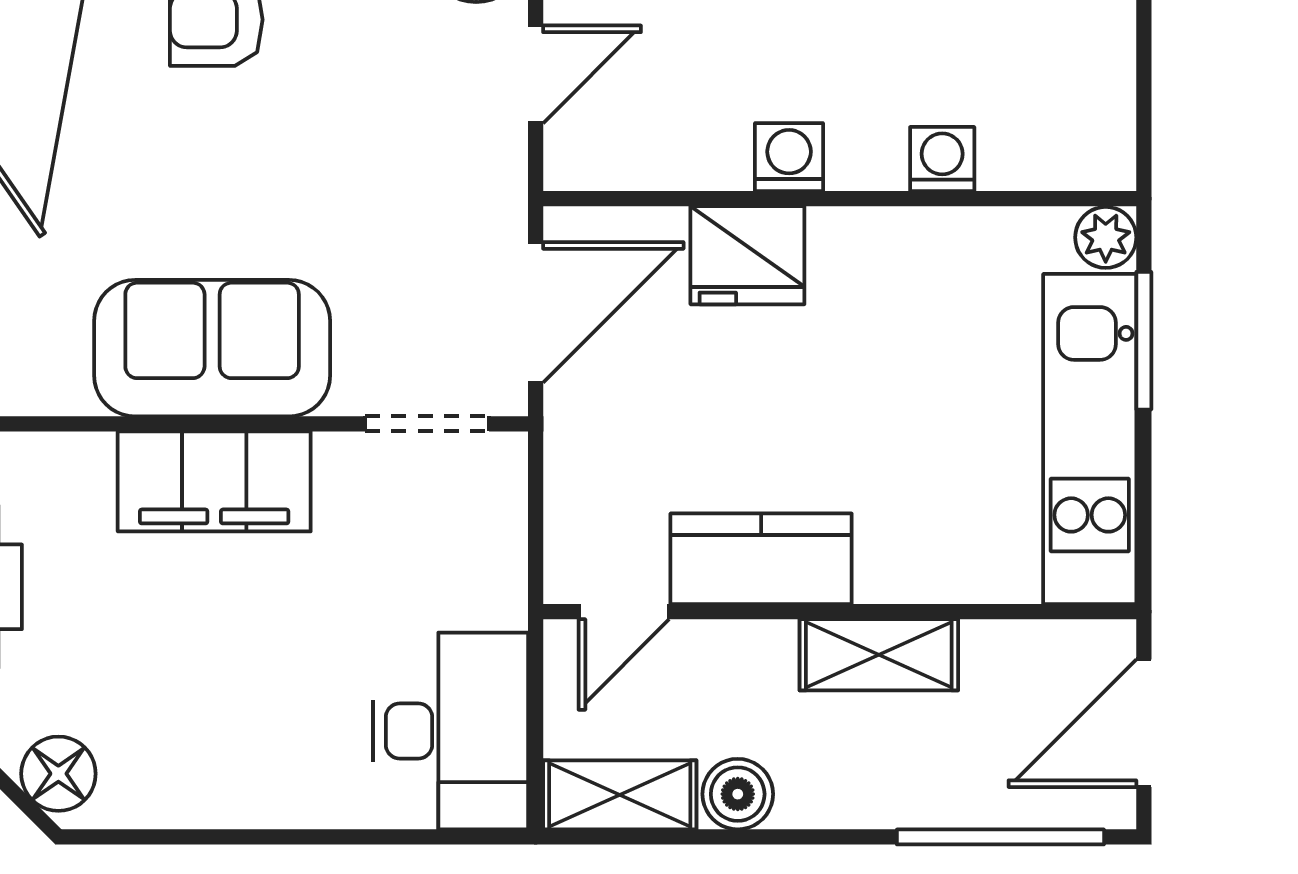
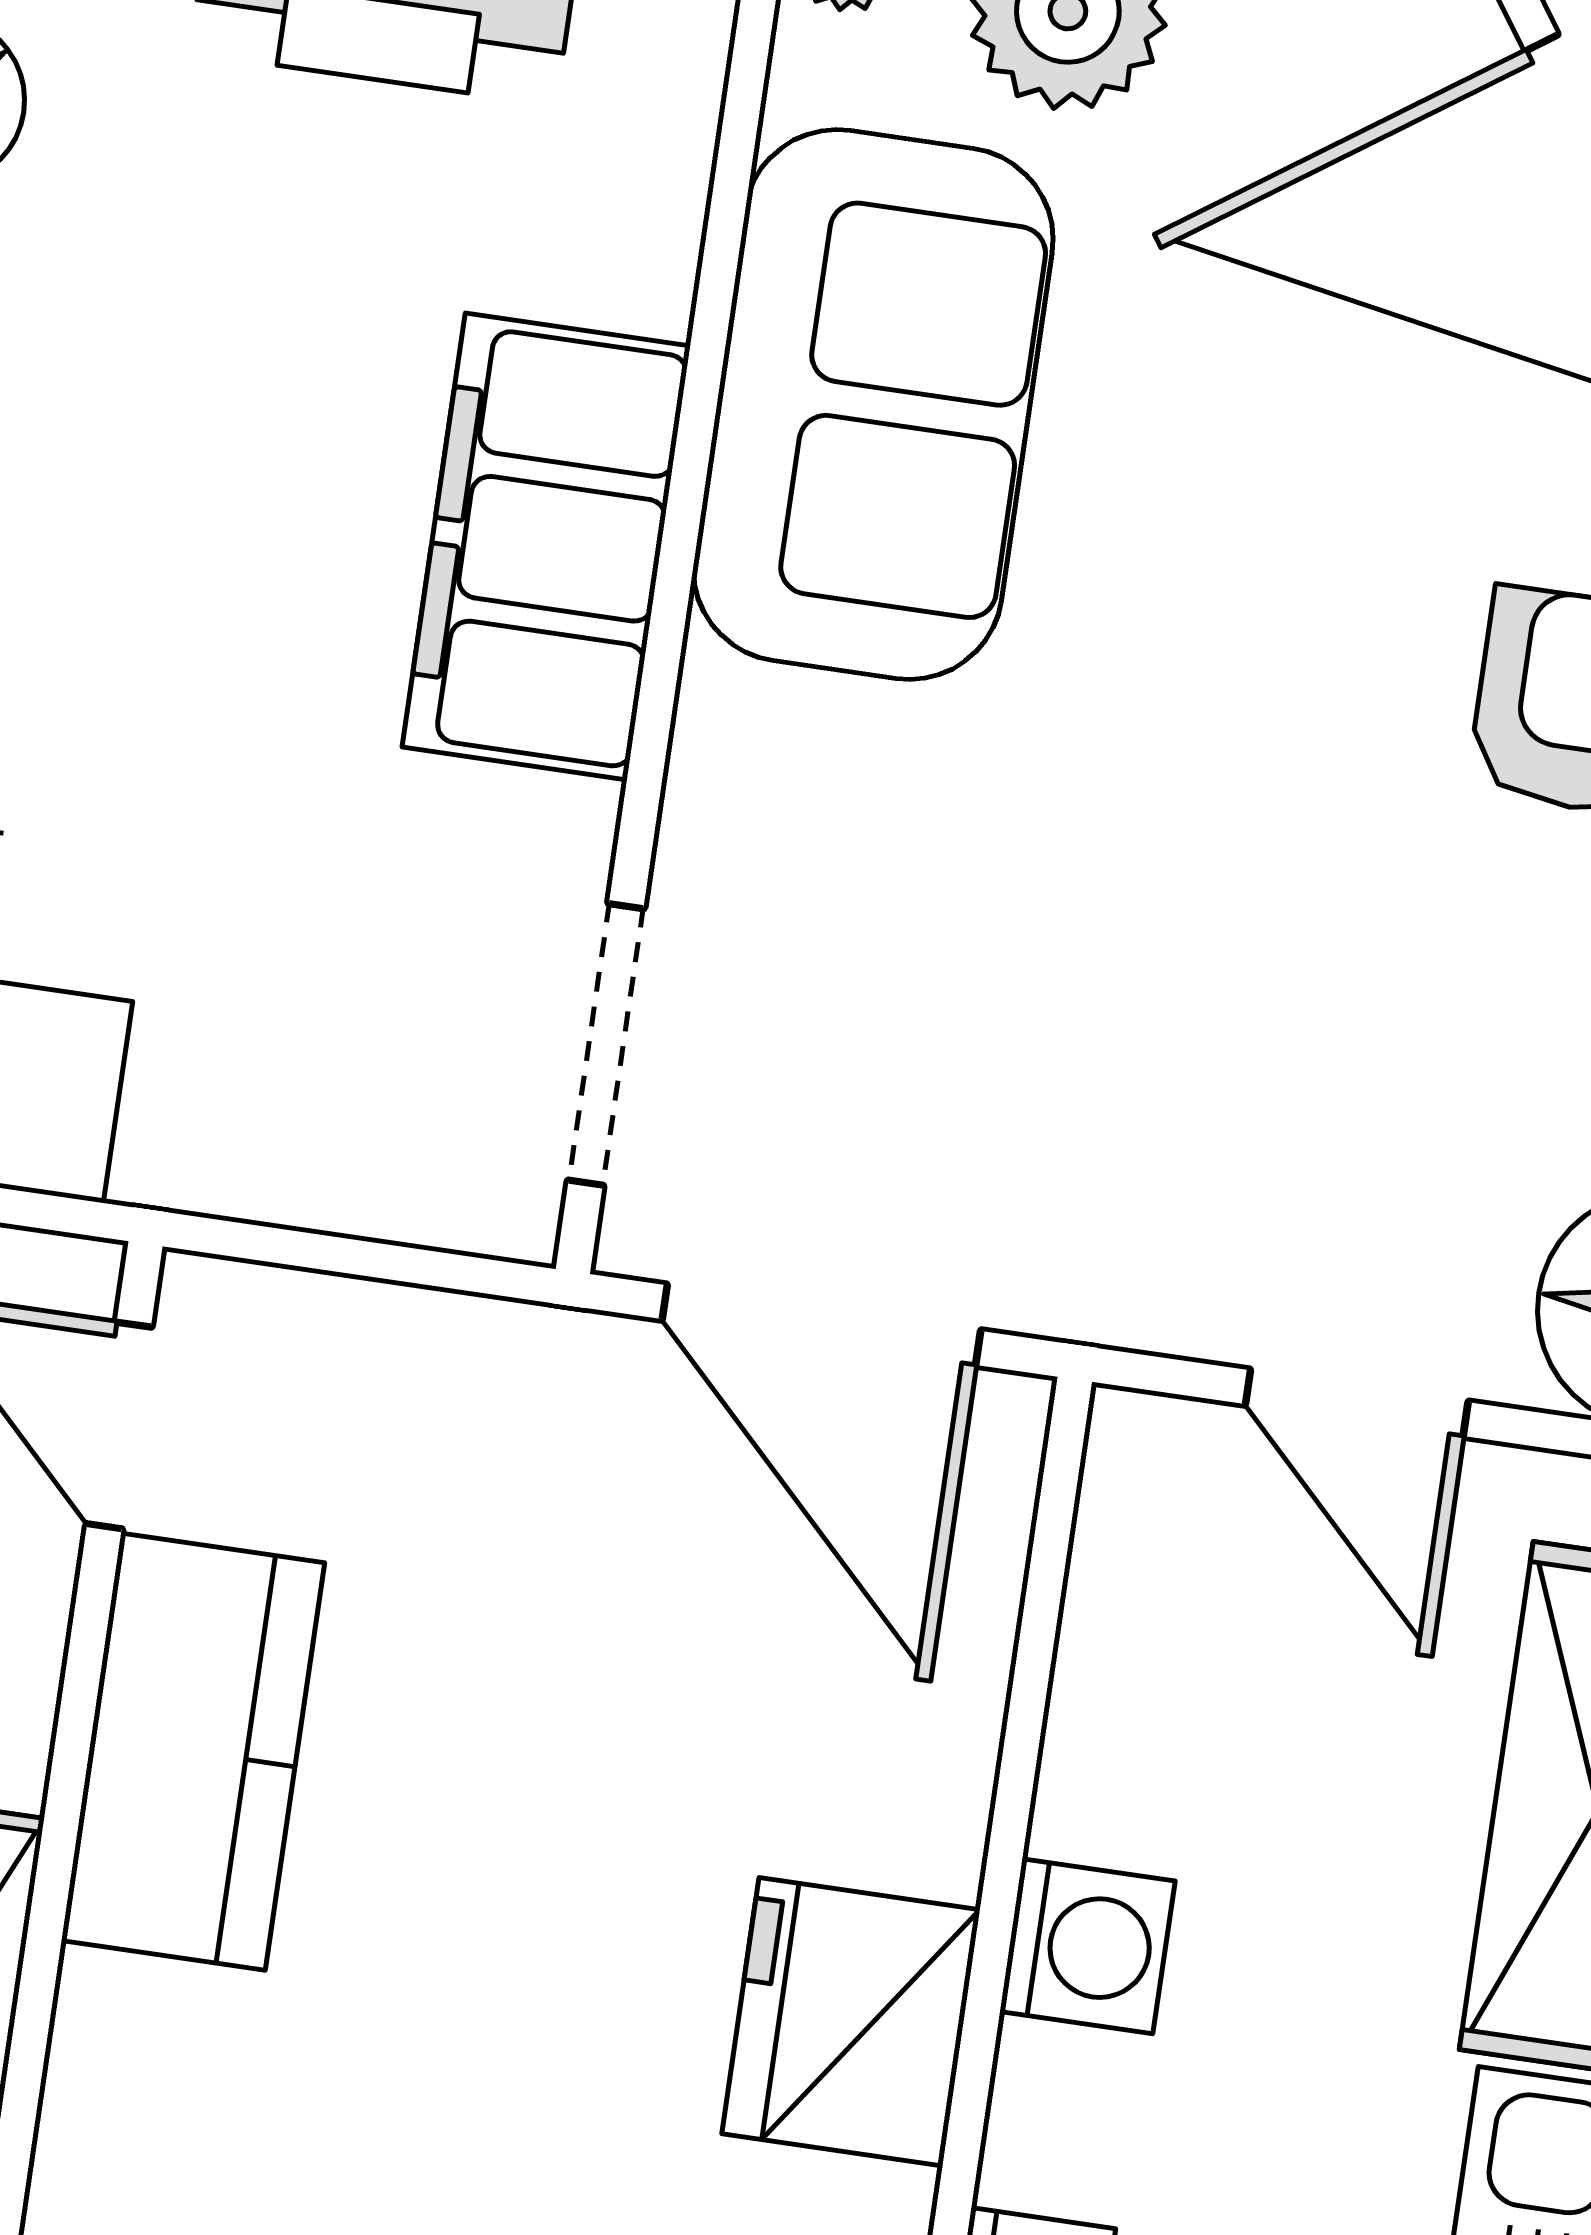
fridge: (747, 255) -> (851, 2022), moved
sofa: (212, 348) -> (873, 404), moved

